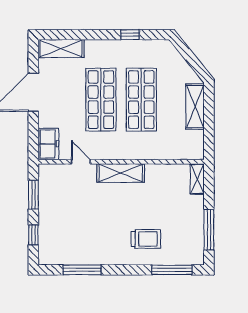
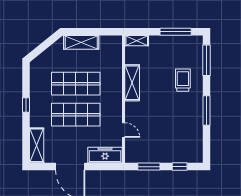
window: (130, 35) -> (26, 105), moved
freezer: (48, 144) -> (105, 155), width x1.40
door: (81, 162) -> (124, 130), swing flipped
shelving: (121, 173) -> (132, 83), moved
window: (82, 270) -> (207, 111), moved

